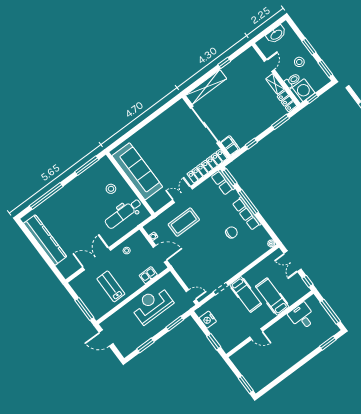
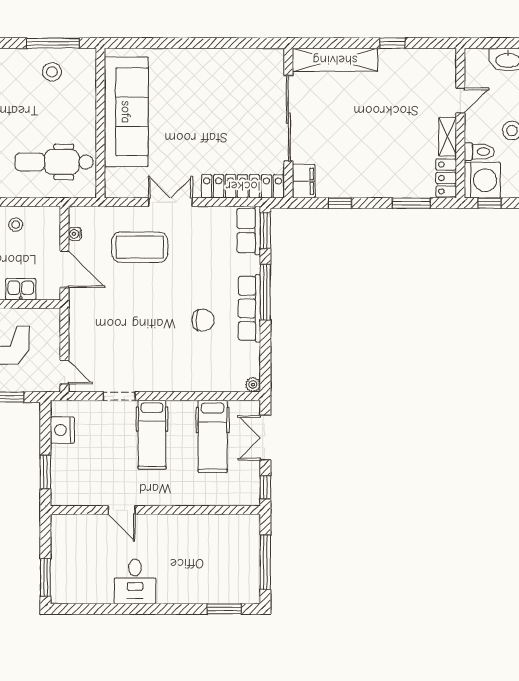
stool: (111, 189) -> (52, 72), moved
hospital bed: (272, 297) -> (213, 436), moved, turned 180
desk: (302, 316) -> (135, 582), moved, turned 180

